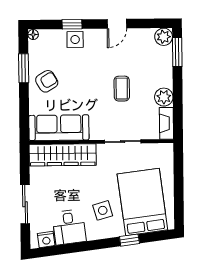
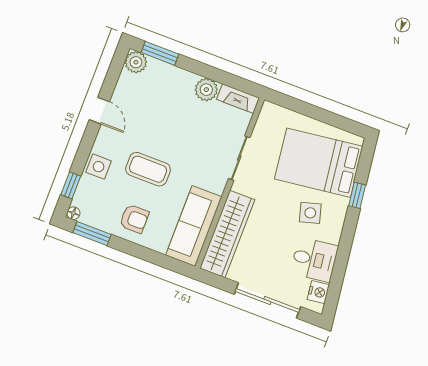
window: (72, 24) -> (71, 185), moved
window: (24, 68) -> (92, 234), moved
armchair: (47, 81) -> (134, 219), turned 121
coffee table: (122, 89) -> (148, 169), moved, width x1.36, depth x1.30
sliding door: (25, 204) -> (267, 300), width x1.37

